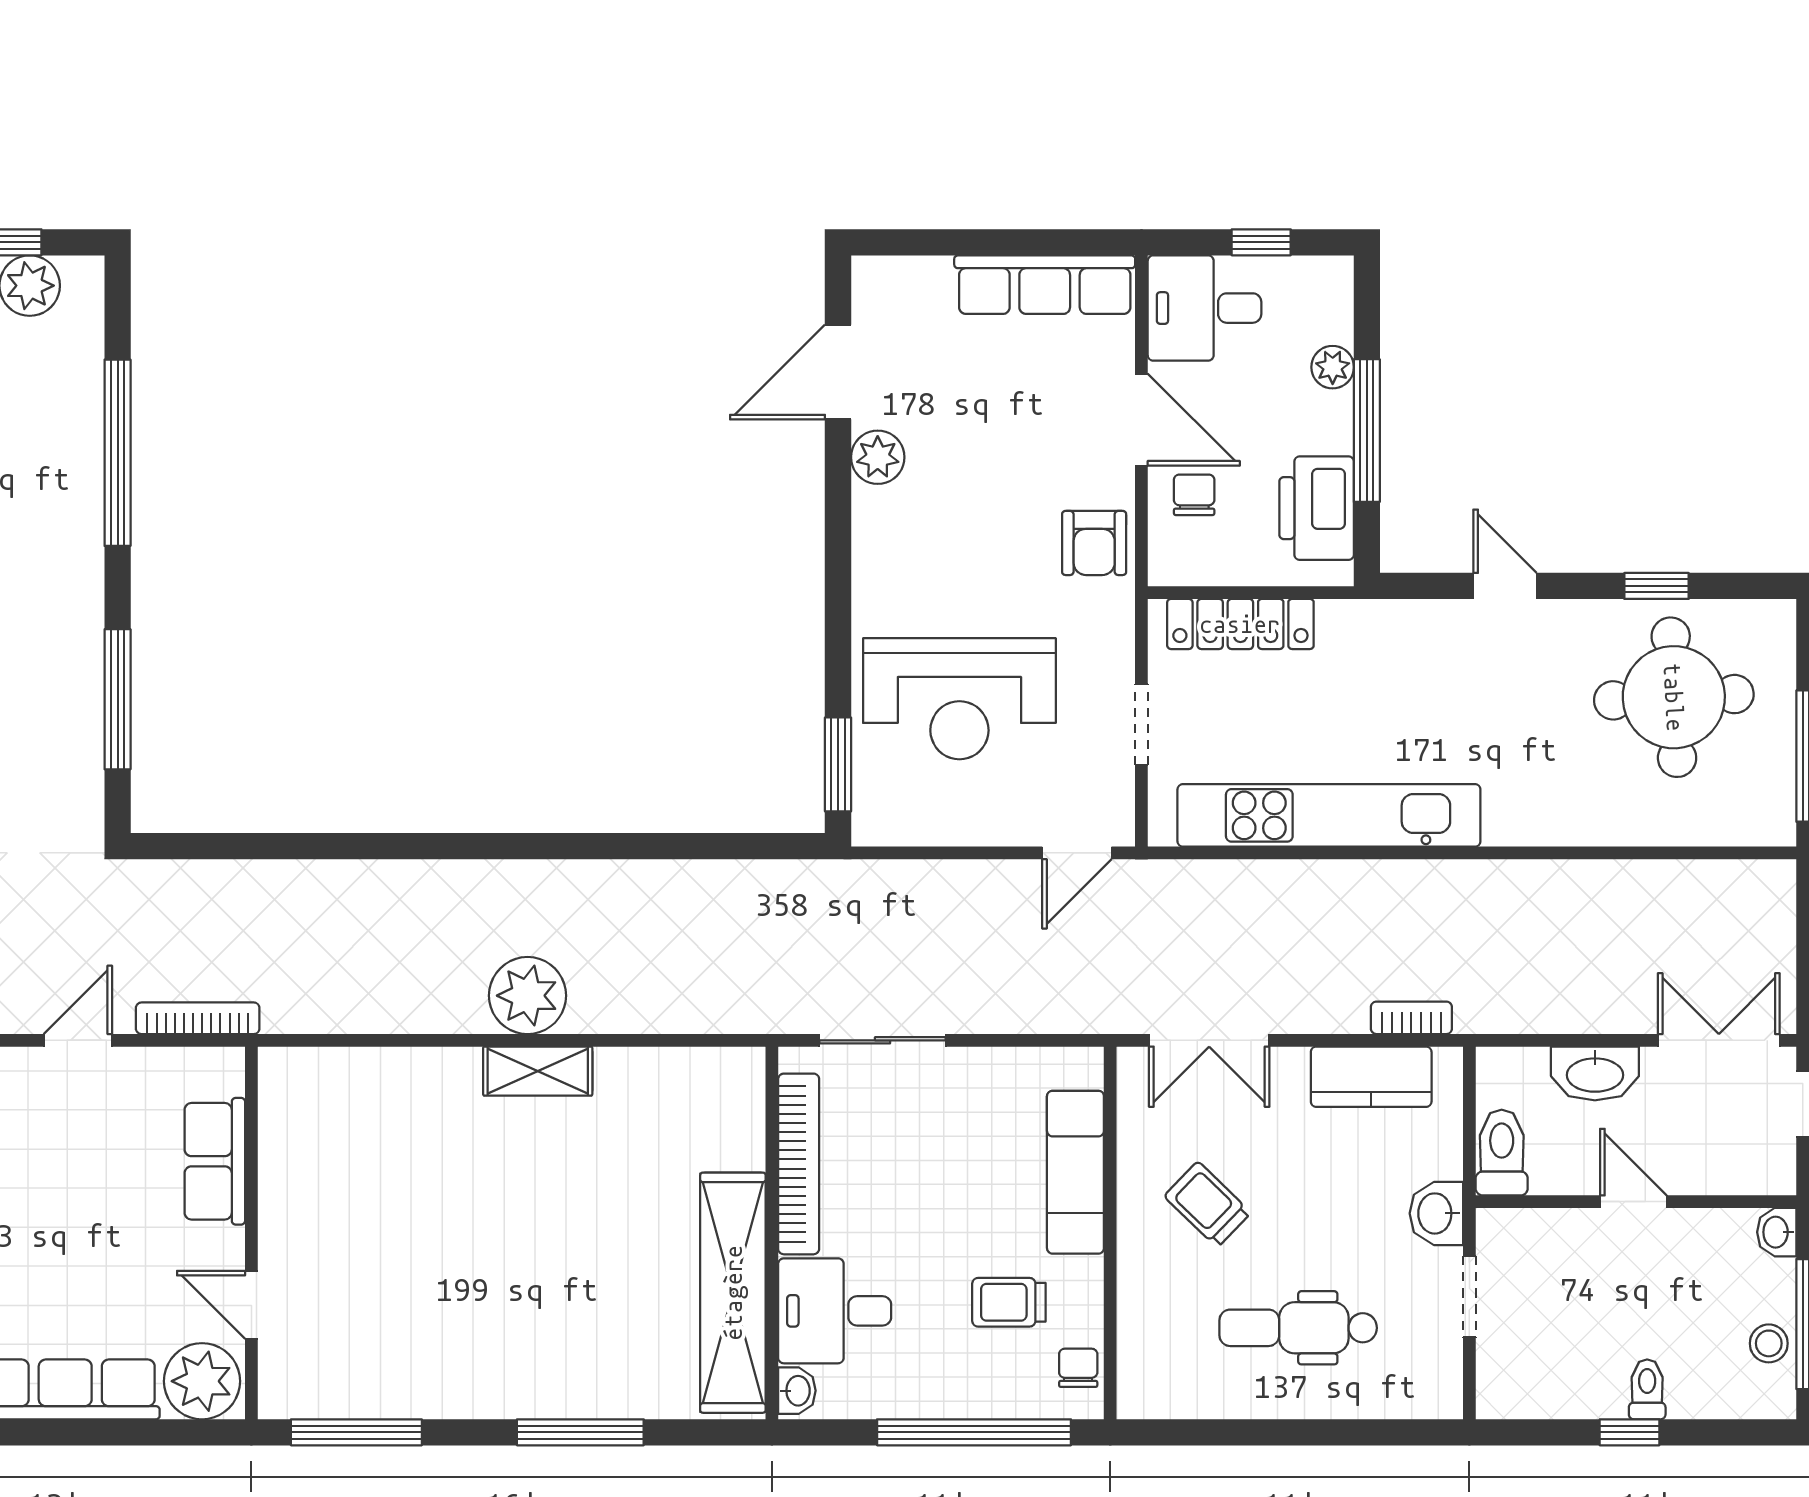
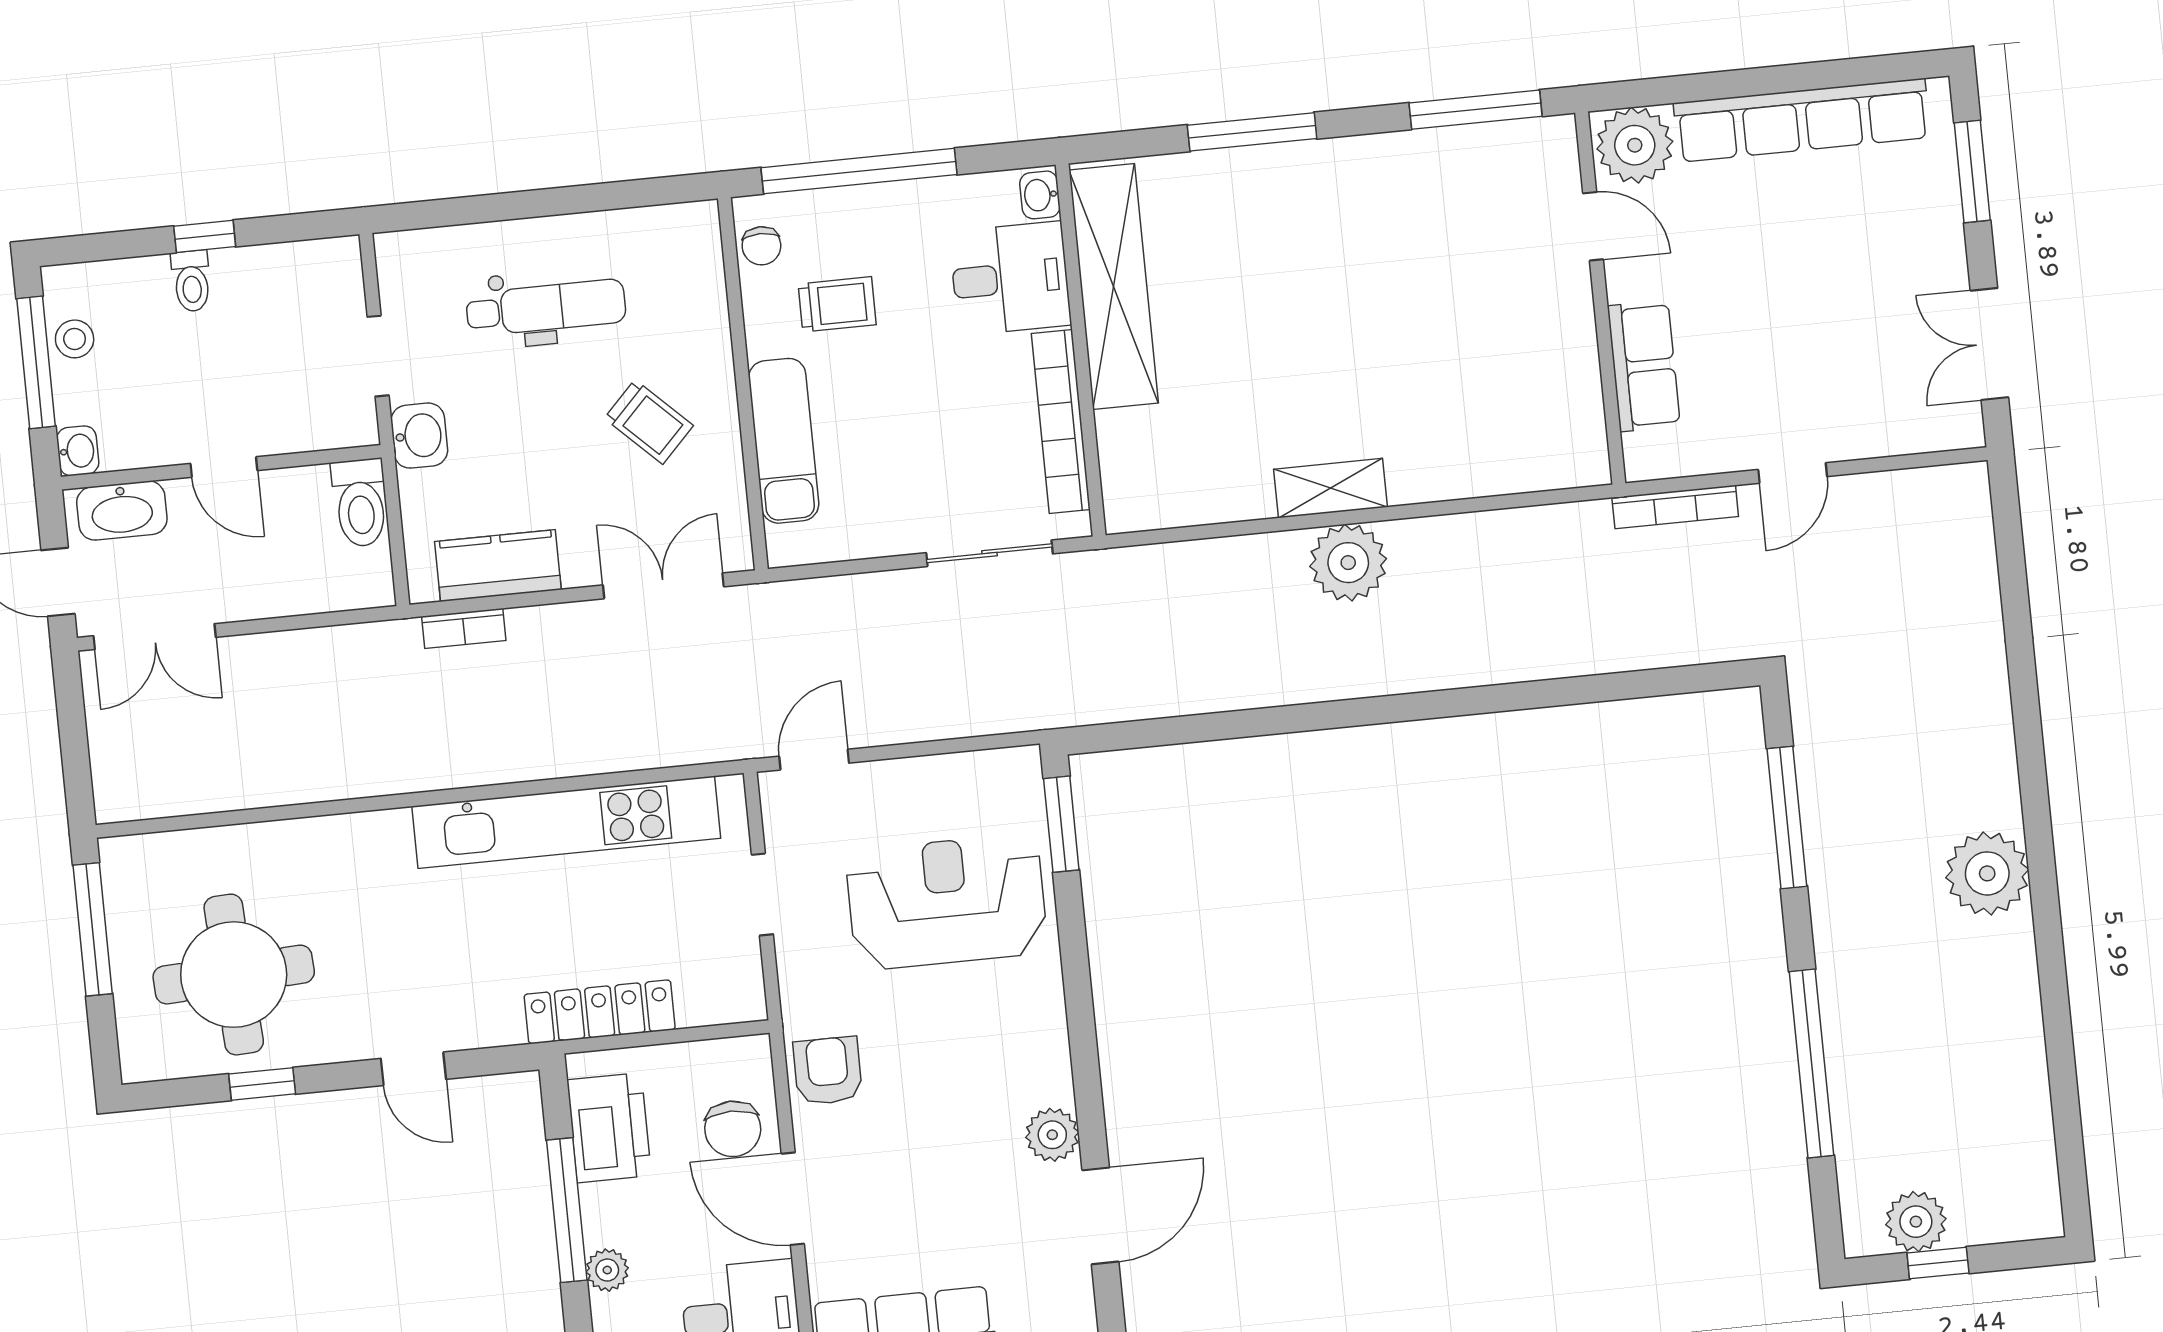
chair: (1194, 495) -> (733, 1129), width x1.37, depth x1.37
locker: (1240, 624) -> (600, 1012), moved
washbasin: (1595, 1073) -> (122, 511), moved, turned 180

